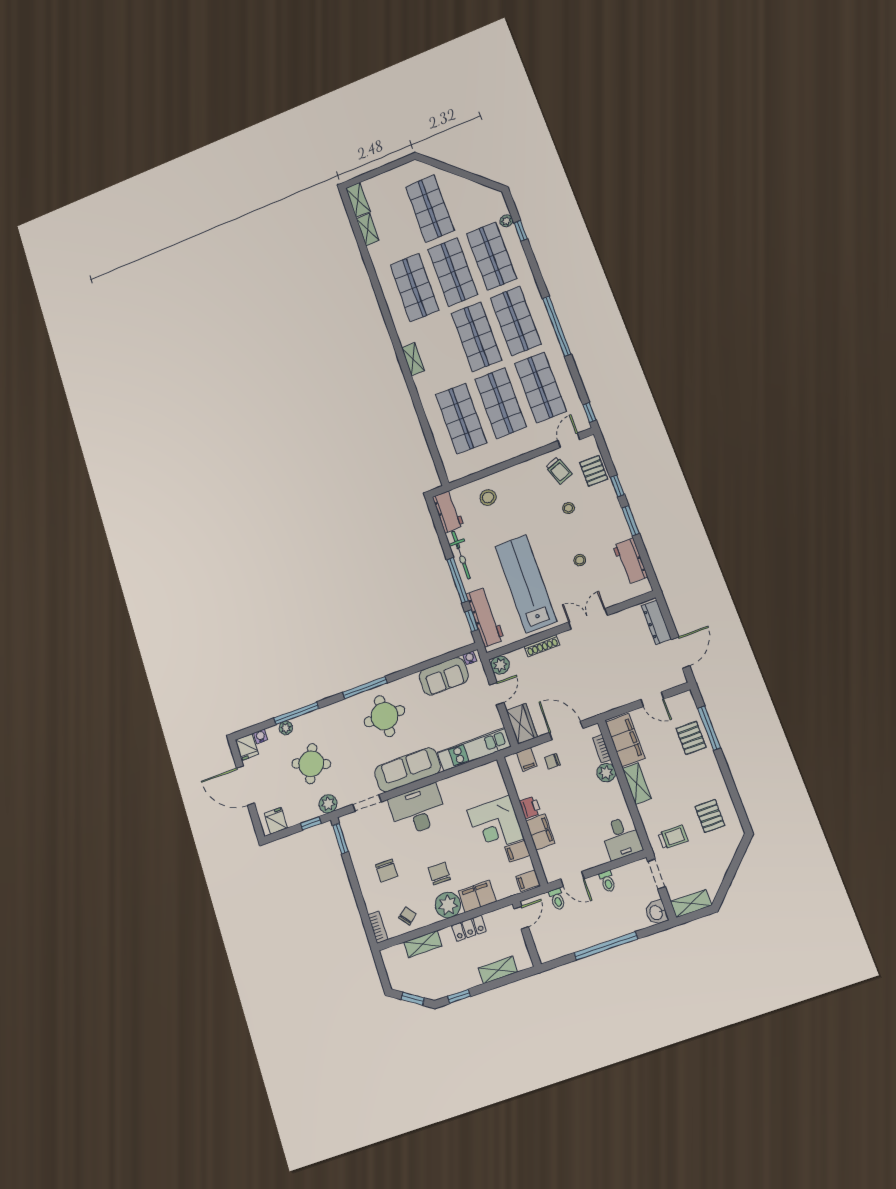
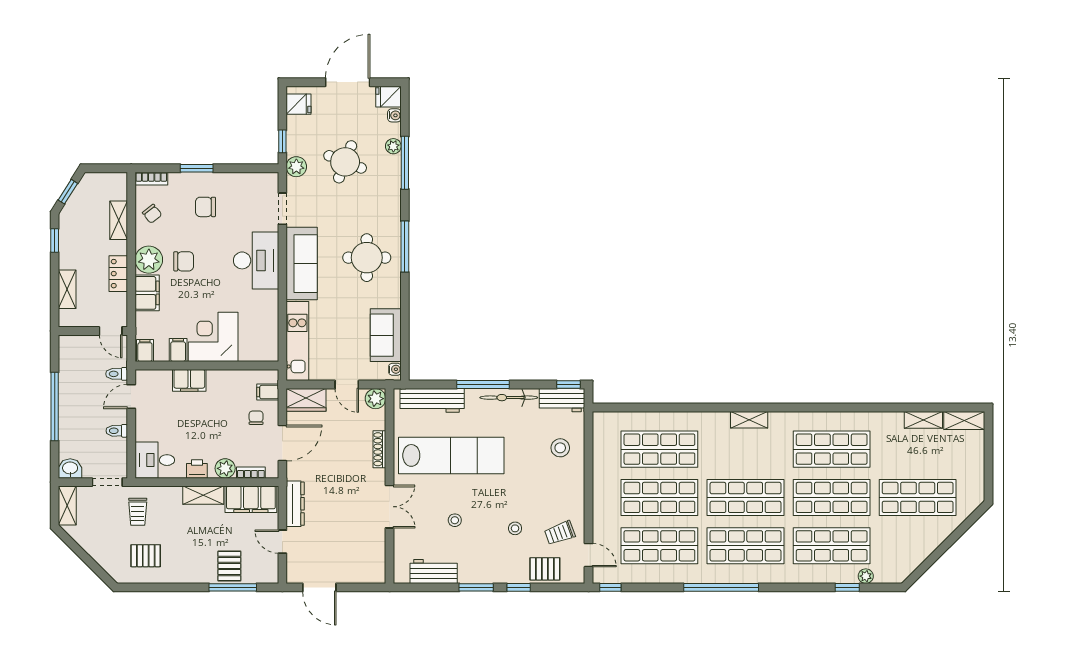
window: (472, 621) -> (568, 385), moved
dresser: (656, 622) -> (295, 504), moved, turned 90
door: (652, 699) -> (282, 542), hinge flipped
pallet: (691, 738) -> (229, 566), turned 90
printer: (530, 807) -> (197, 469), moved, turned 180
window: (340, 839) -> (197, 168), moved

